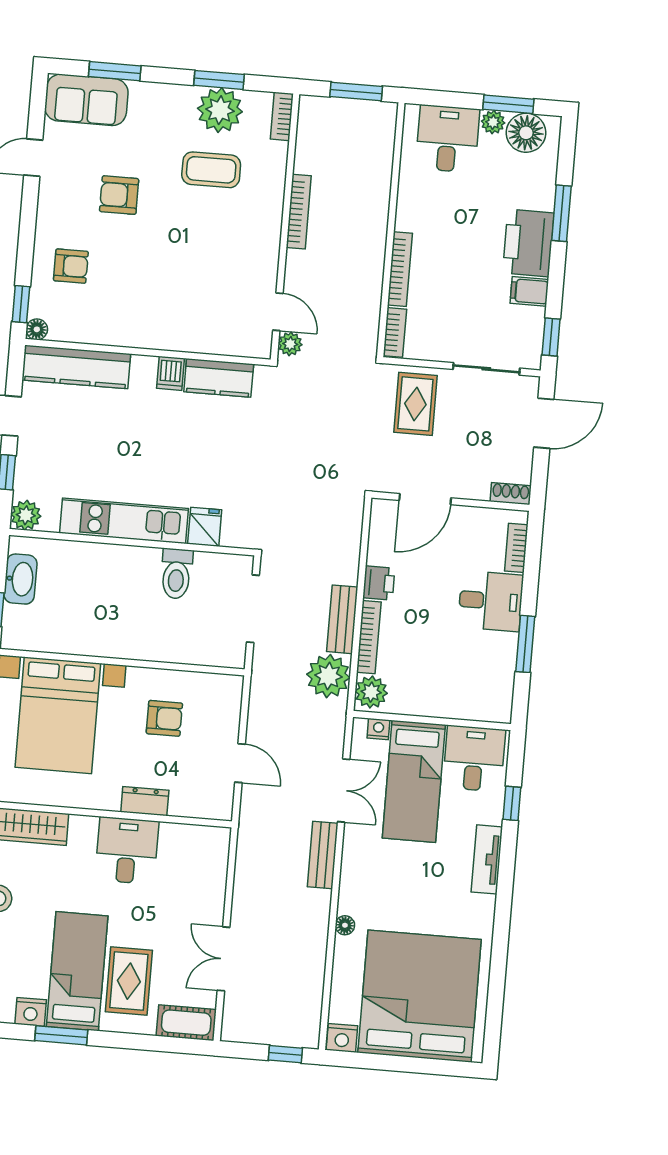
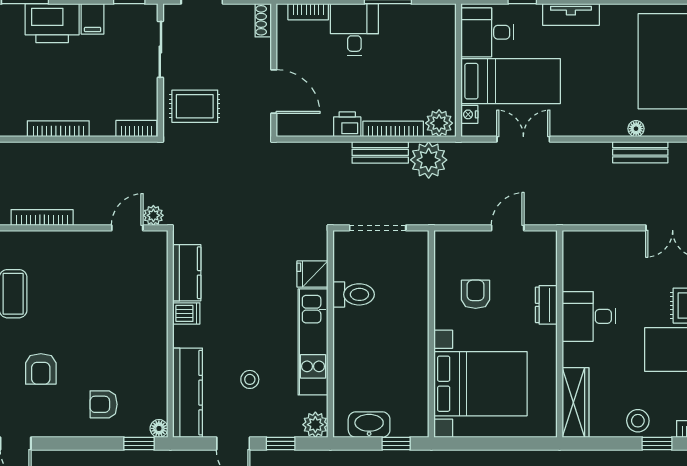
armchair: (71, 266) -> (104, 404), turned -90
bookcase: (400, 269) -> (58, 129), moved
stool: (86, 442) -> (250, 379), added
bench: (323, 855) -> (640, 152), moved

